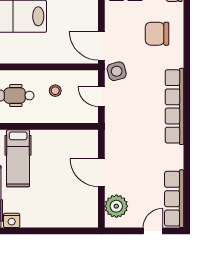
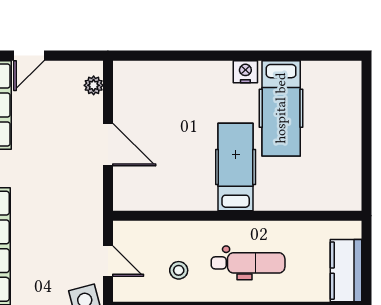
plant: (116, 206) -> (94, 85), width x0.53, depth x0.53

